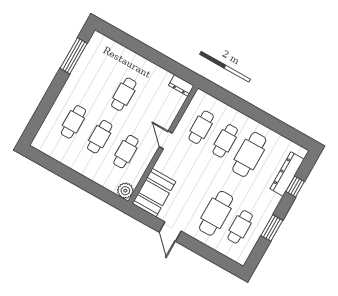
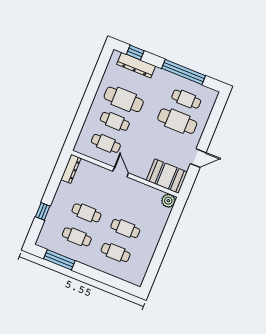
window: (132, 44) -> (43, 211), added
dresser: (181, 85) -> (71, 169), width x1.44
door: (166, 140) -> (121, 172), swing flipped
cafe table: (126, 152) -> (77, 237), moved
window: (295, 187) -> (135, 53), moved
window: (272, 228) -> (184, 72), width x2.11

